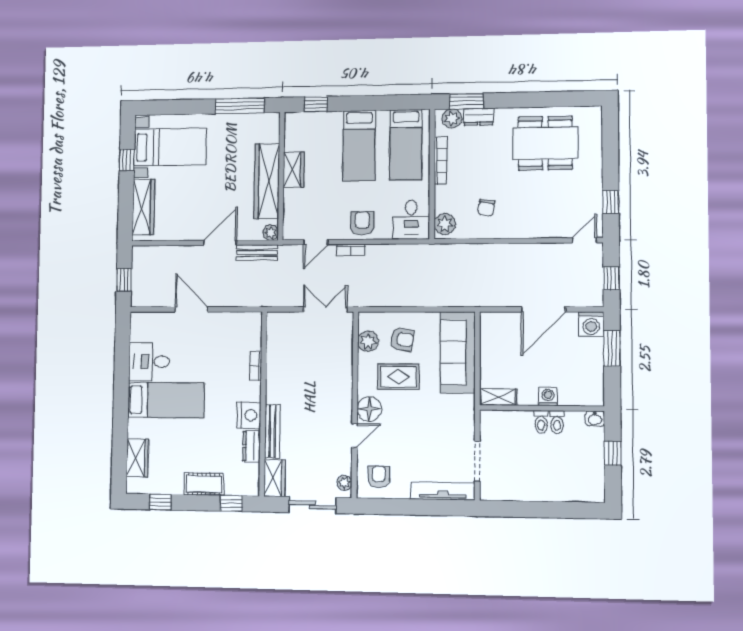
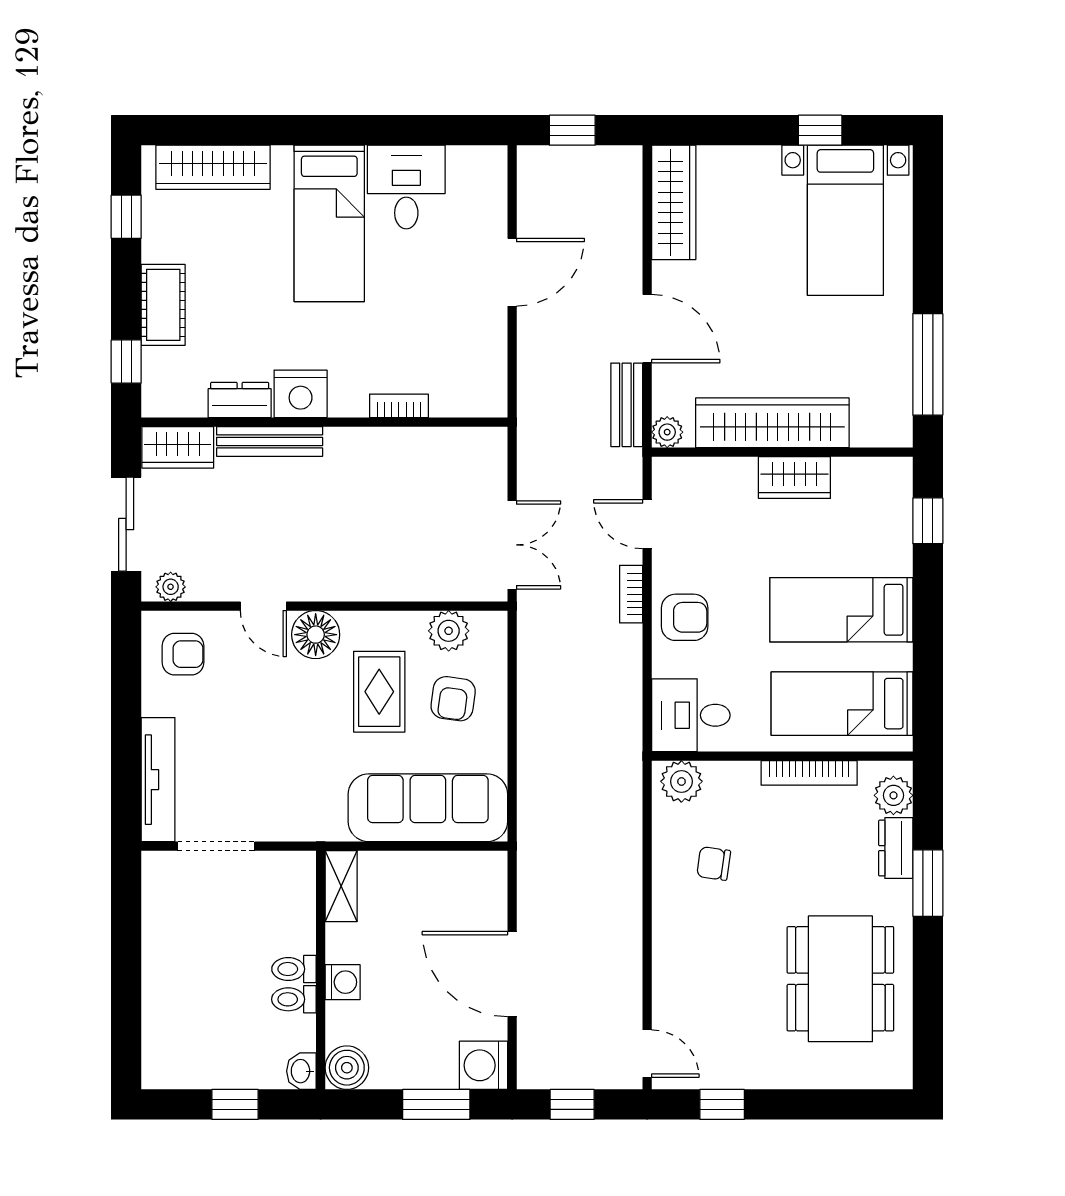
window: (466, 101) -> (928, 883), moved
wardrobe: (143, 207) -> (674, 202), moved, turned -90
boiler: (593, 395) -> (347, 1068), added
wardrobe: (137, 458) -> (213, 167), width x1.50

